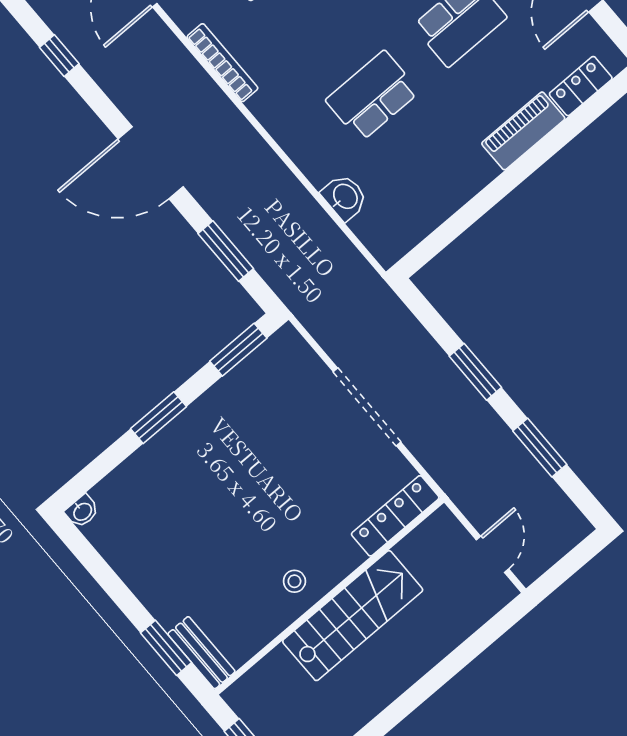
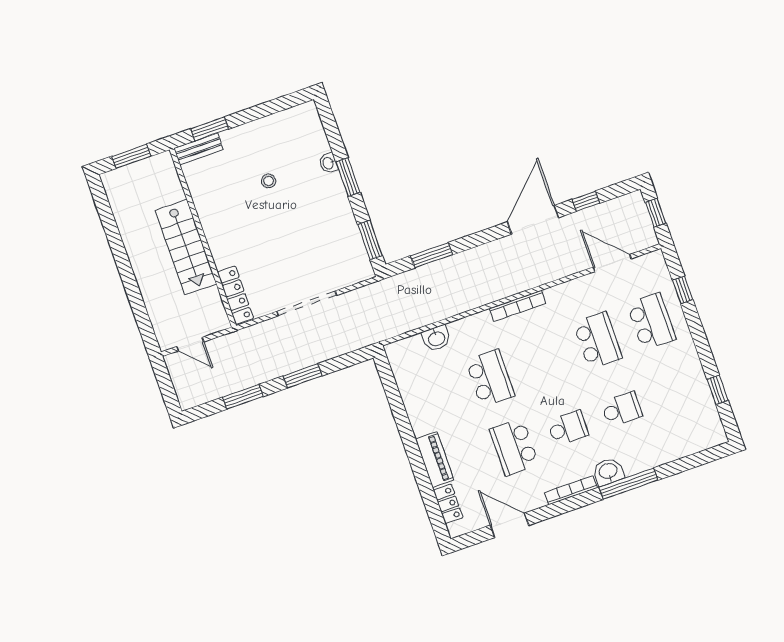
bookcase: (222, 63) -> (518, 306), moved
door: (151, 163) -> (533, 220), moved
washbasin: (82, 511) -> (328, 163), moved
stool: (294, 581) -> (269, 181), moved

